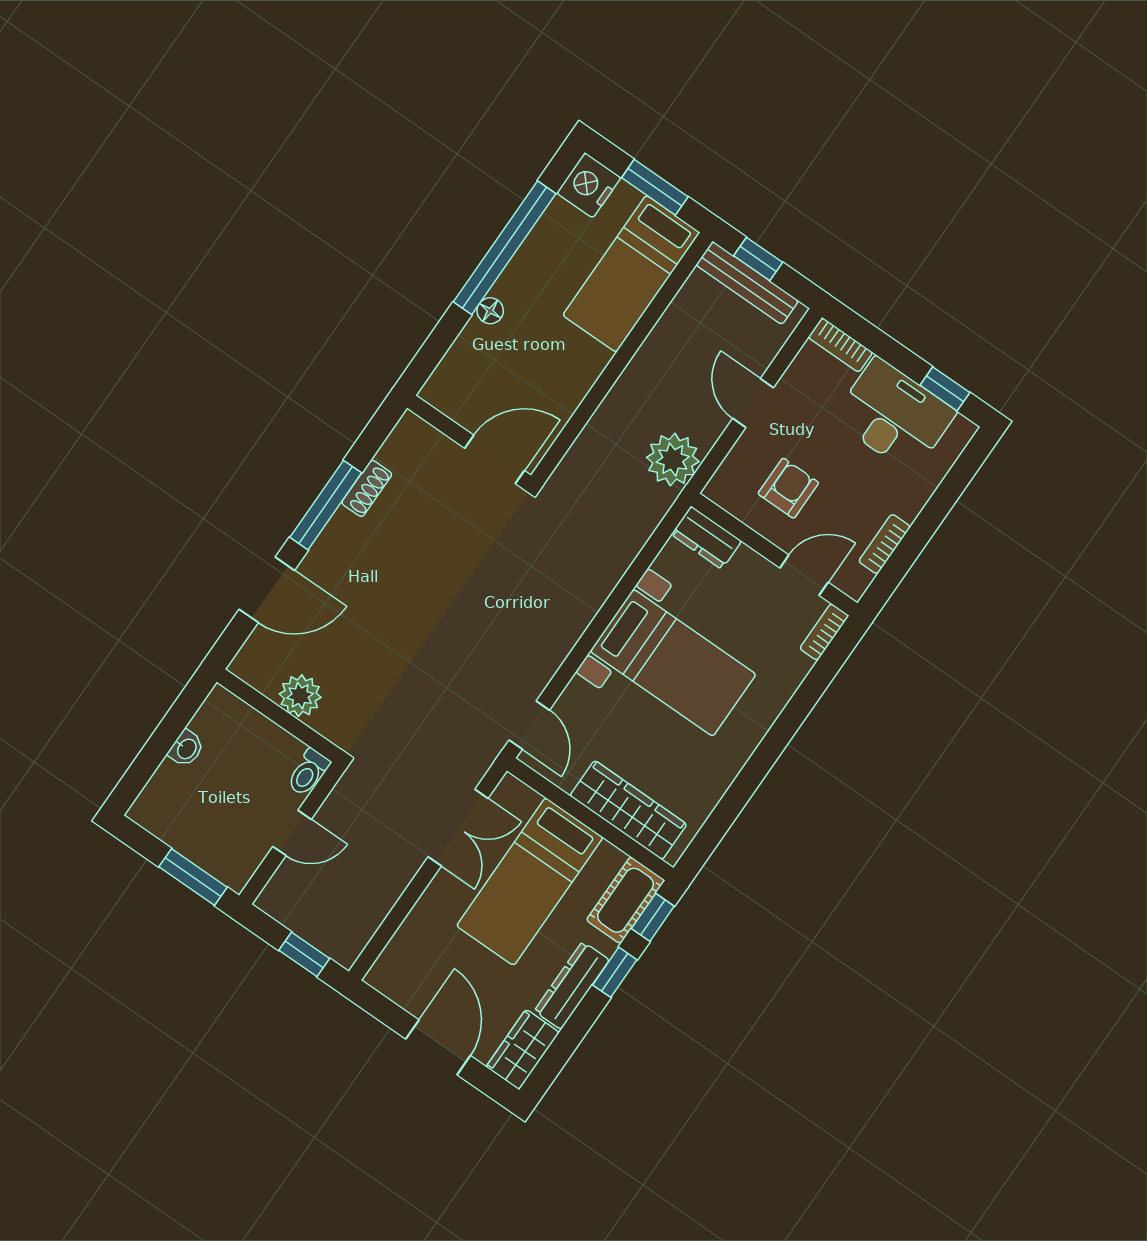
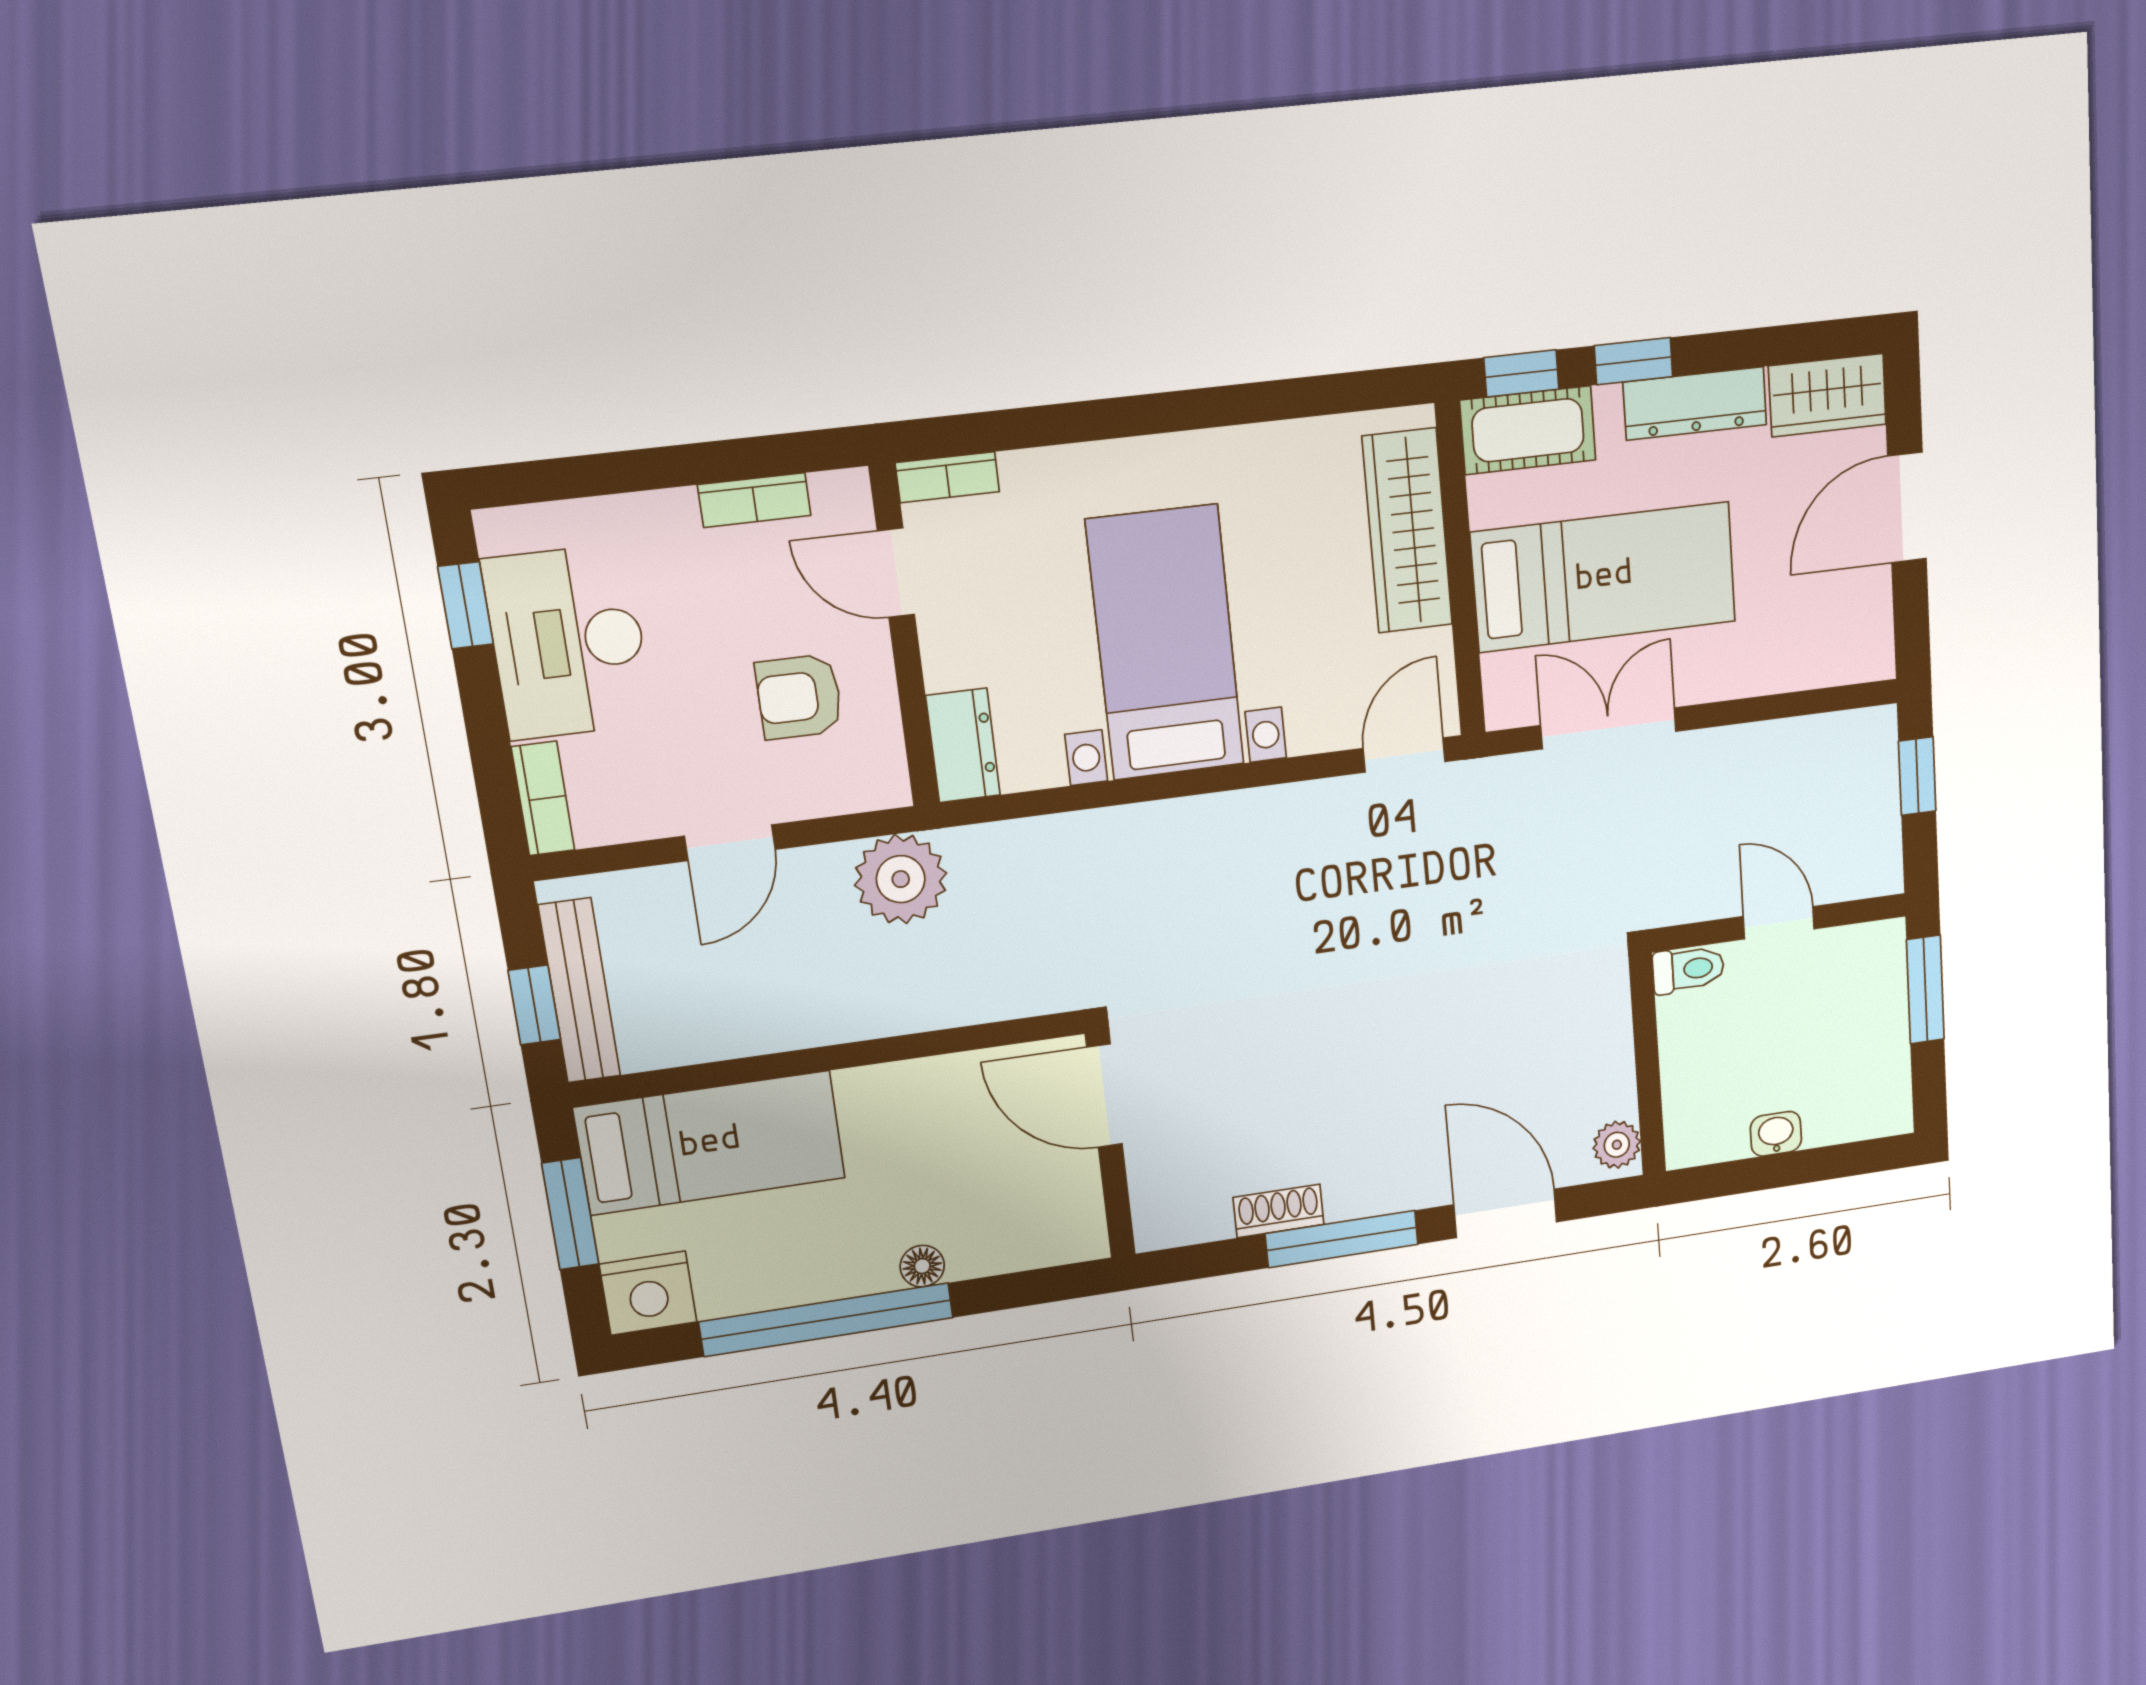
plant: (300, 696) -> (1617, 1145), moved, width x0.73, depth x0.73

